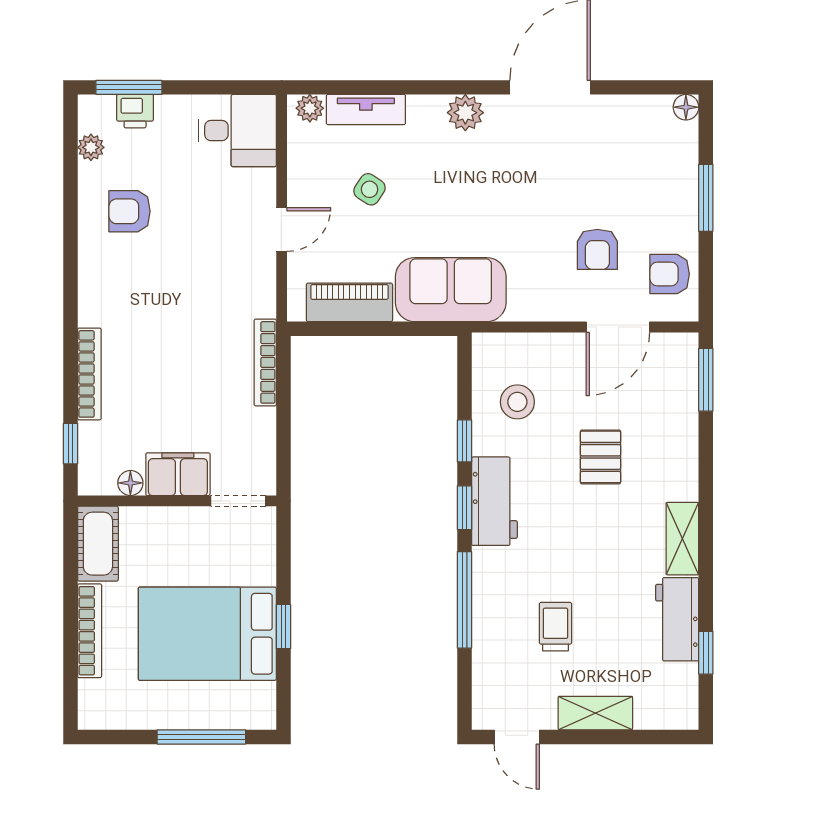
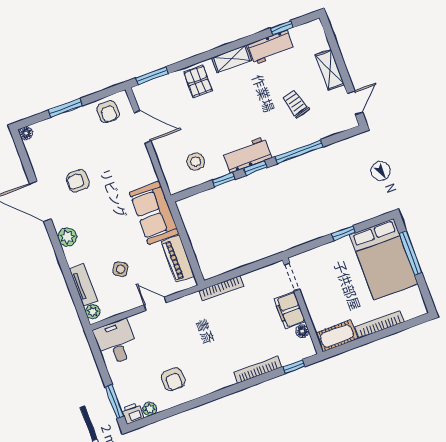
printer: (135, 111) -> (133, 413), moved, turned -90
armchair: (597, 249) -> (78, 181), moved, turned 180
pallet: (601, 457) -> (198, 81), moved, turned 90
trolley: (556, 627) -> (296, 104), turned 74
bed: (207, 634) -> (384, 259), moved

